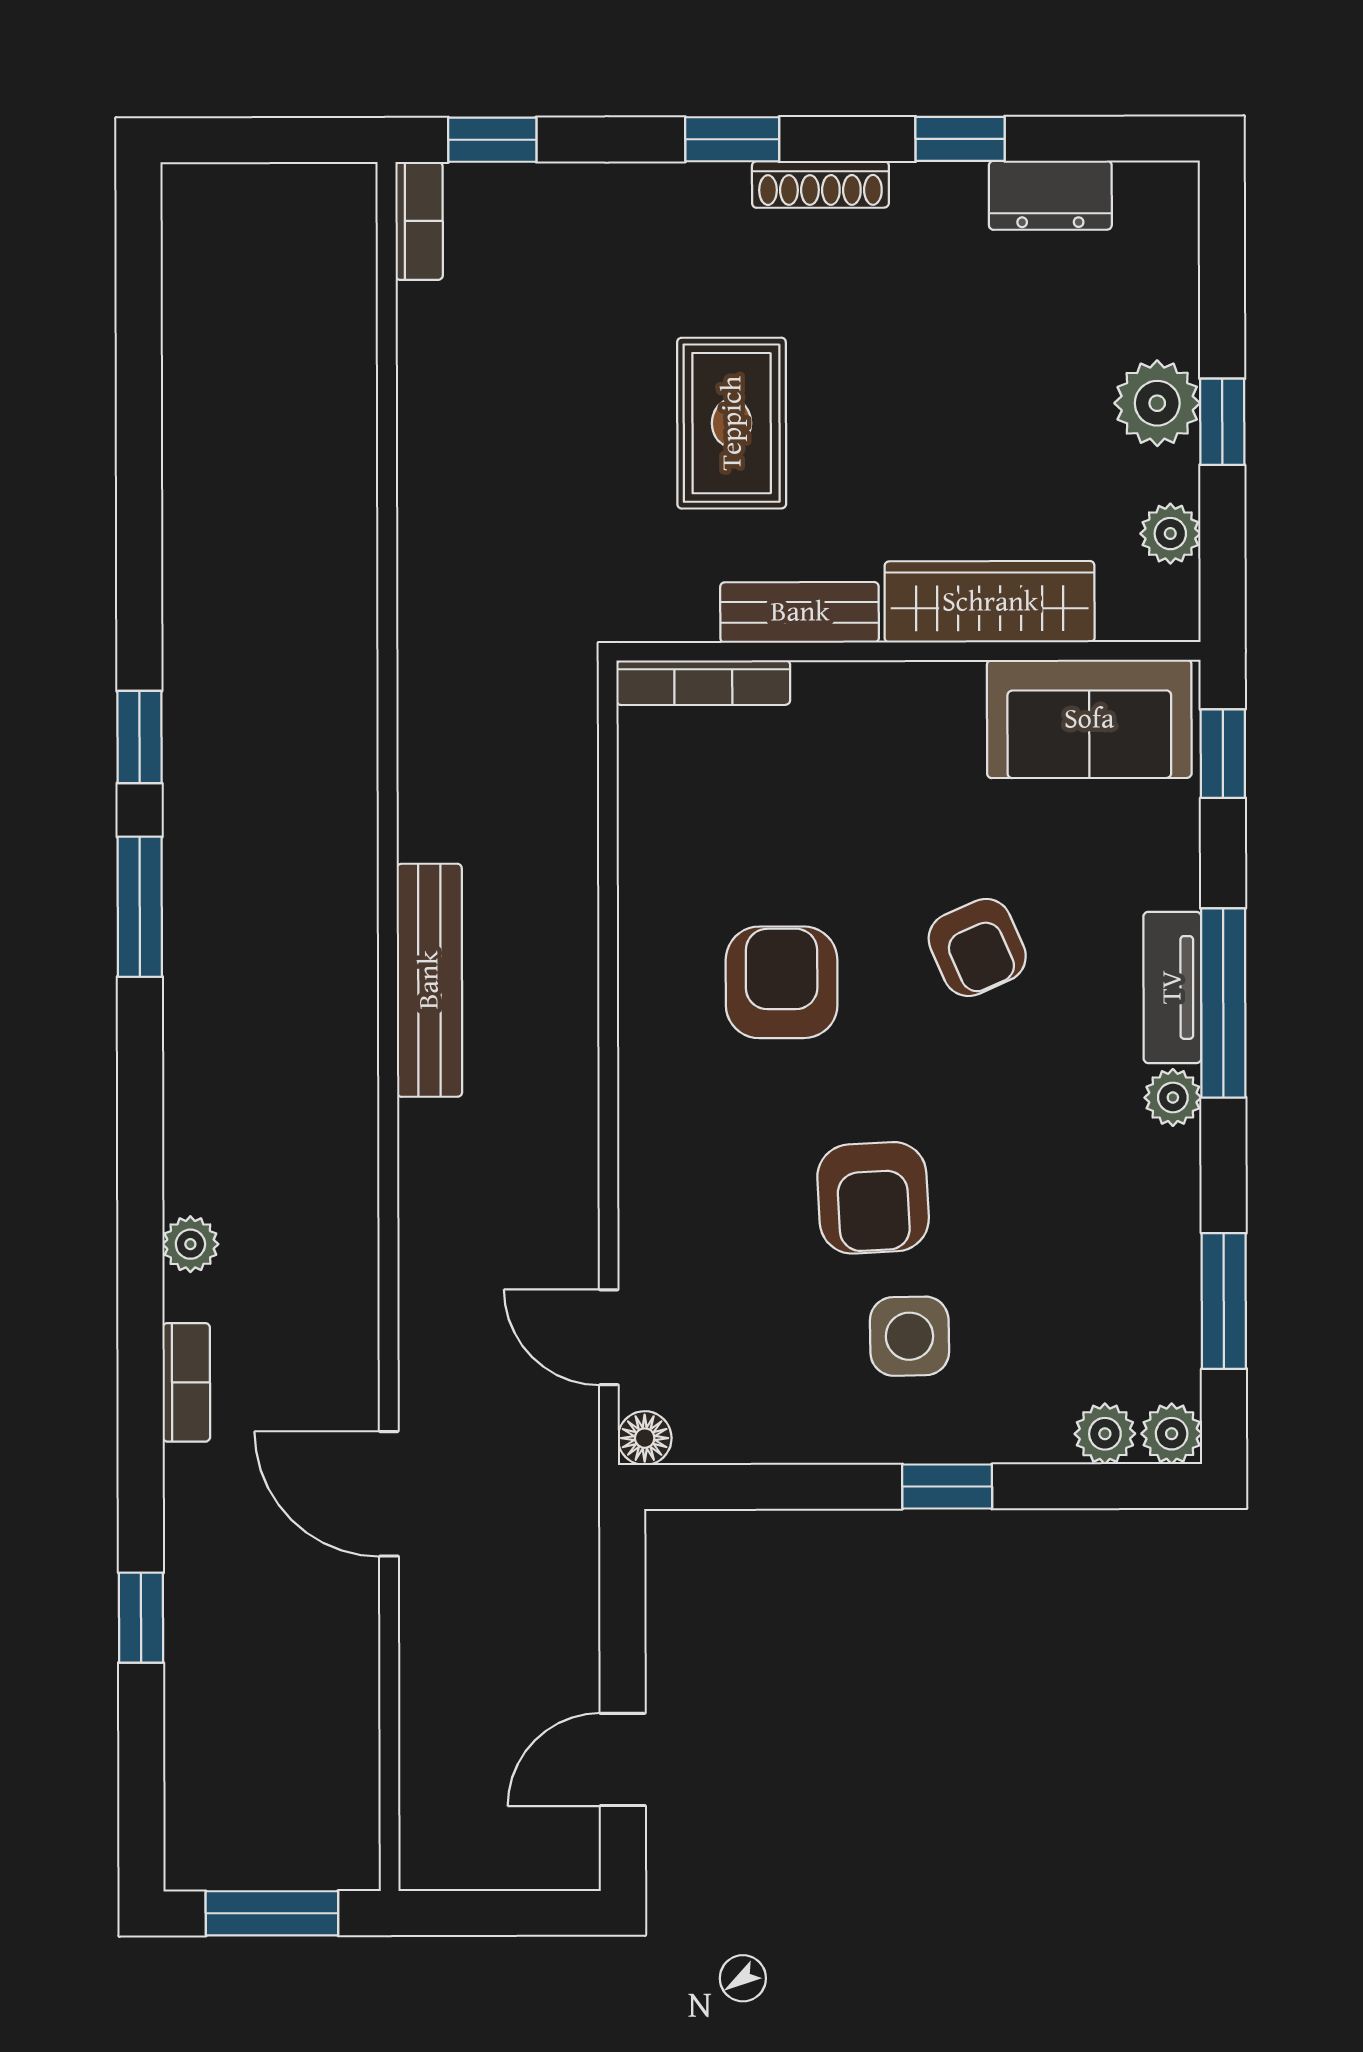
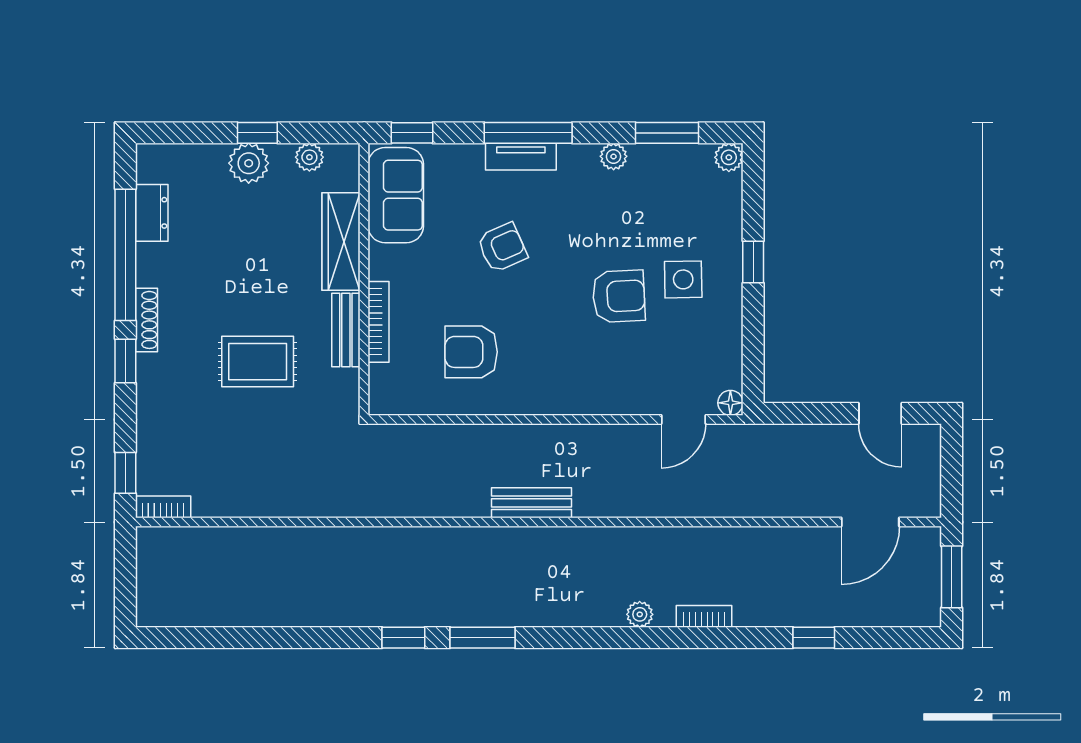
window: (960, 139) -> (125, 255), width x3.17
bookcase: (703, 683) -> (379, 322), moved
bench: (429, 980) -> (531, 503), width x0.73
armchair: (782, 982) -> (471, 352), moved
plant: (1173, 1097) -> (614, 156), moved
plant: (1105, 1434) -> (729, 188), removed
door: (389, 1494) -> (870, 522), moved

